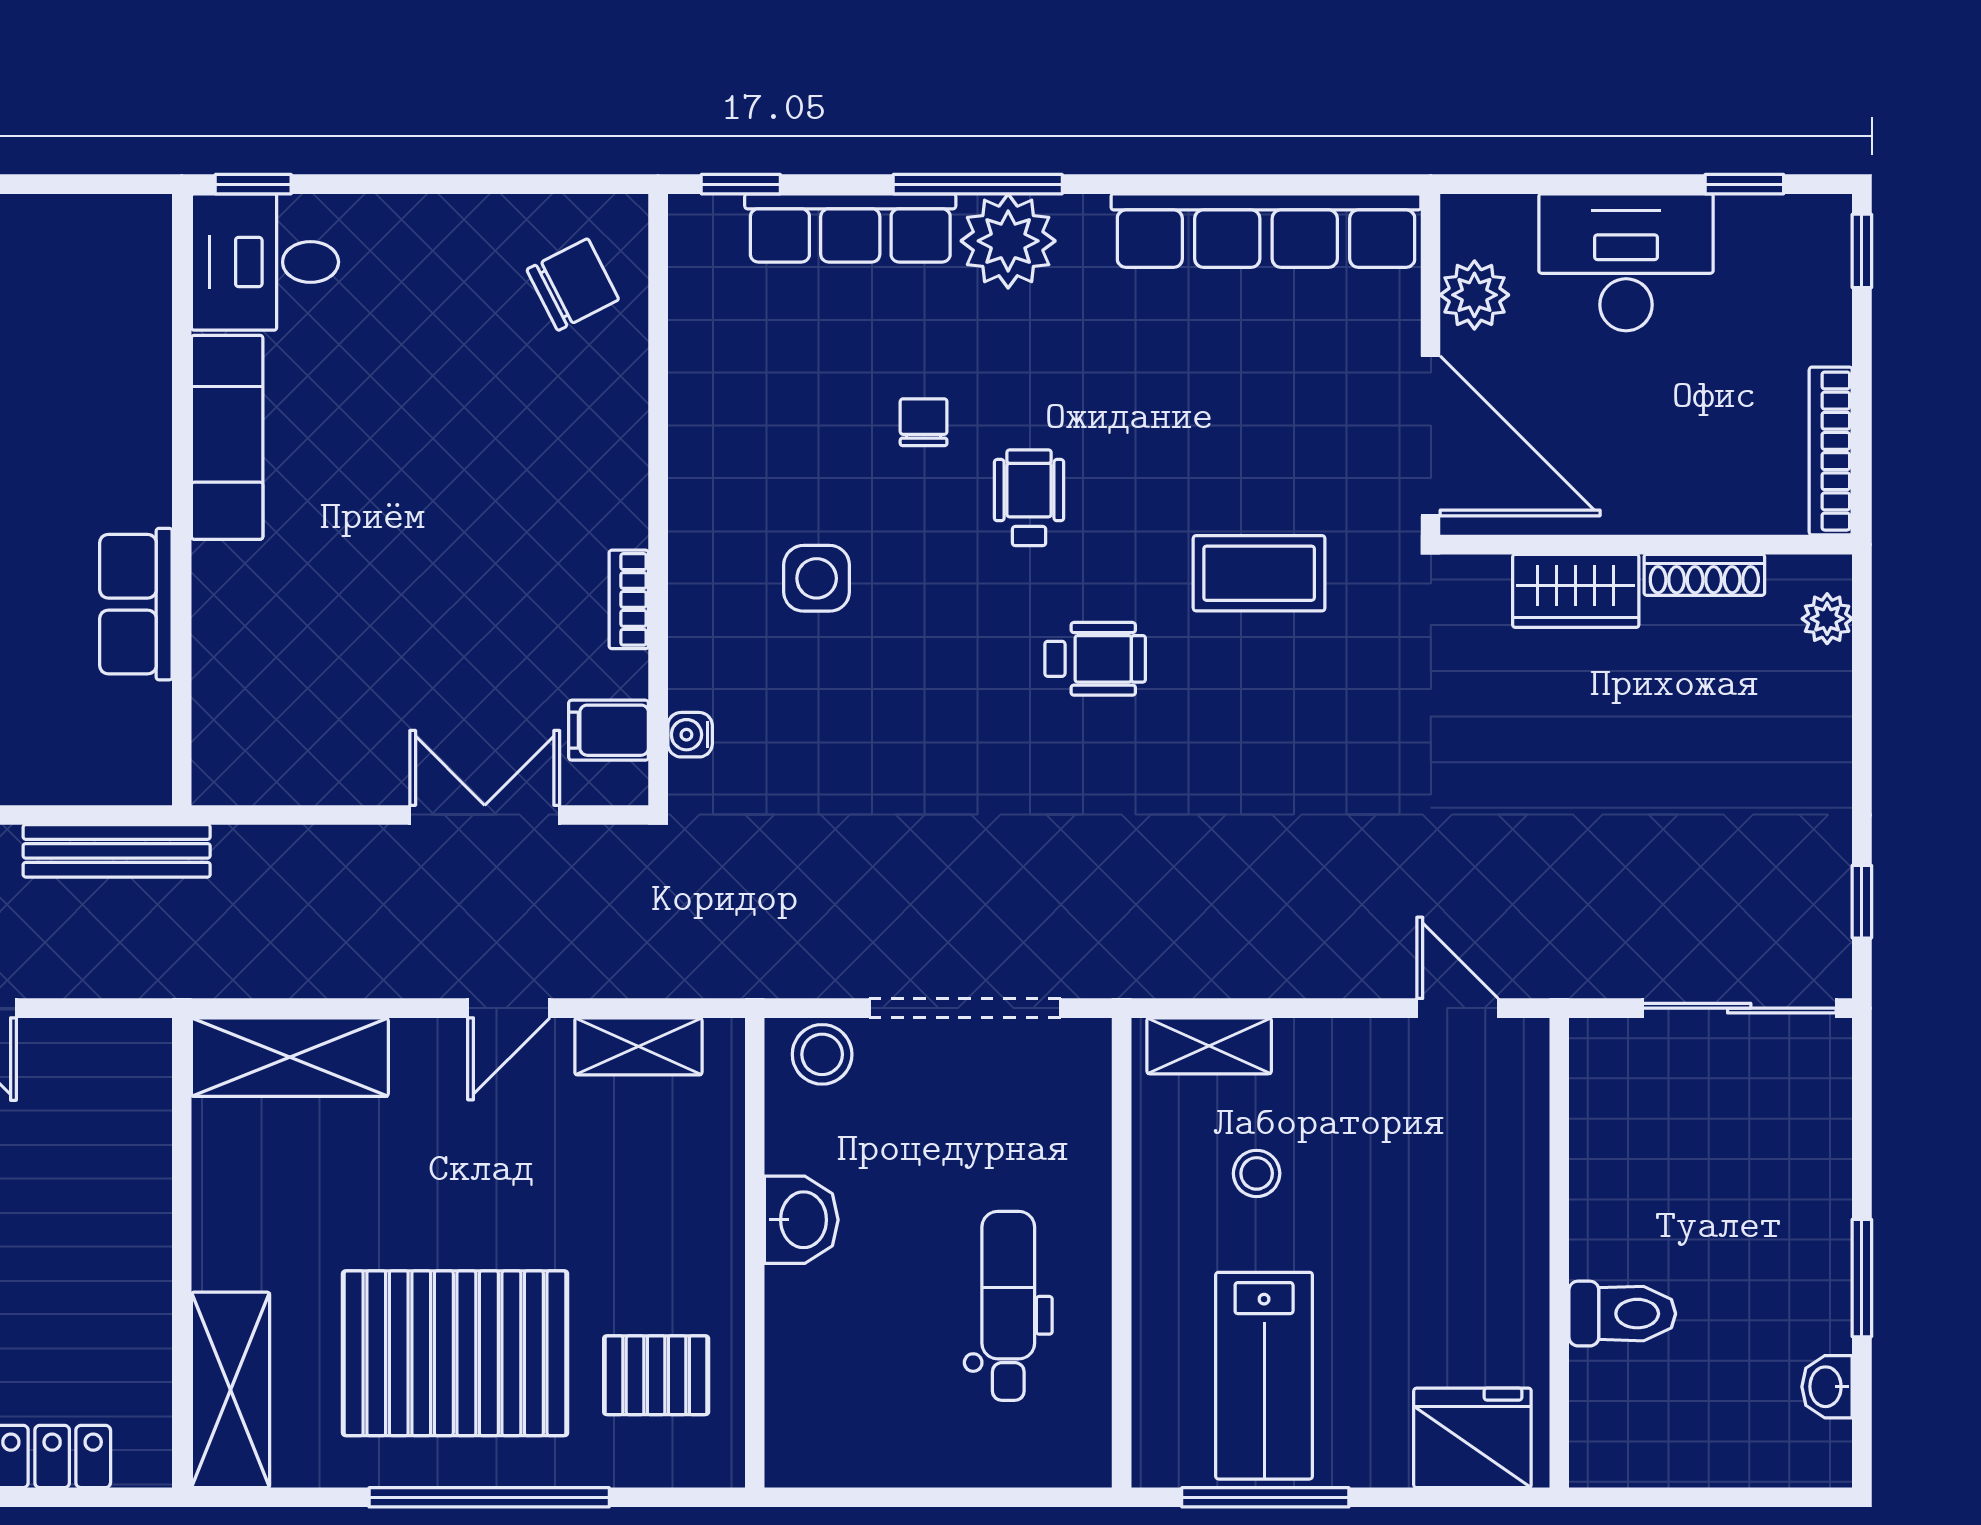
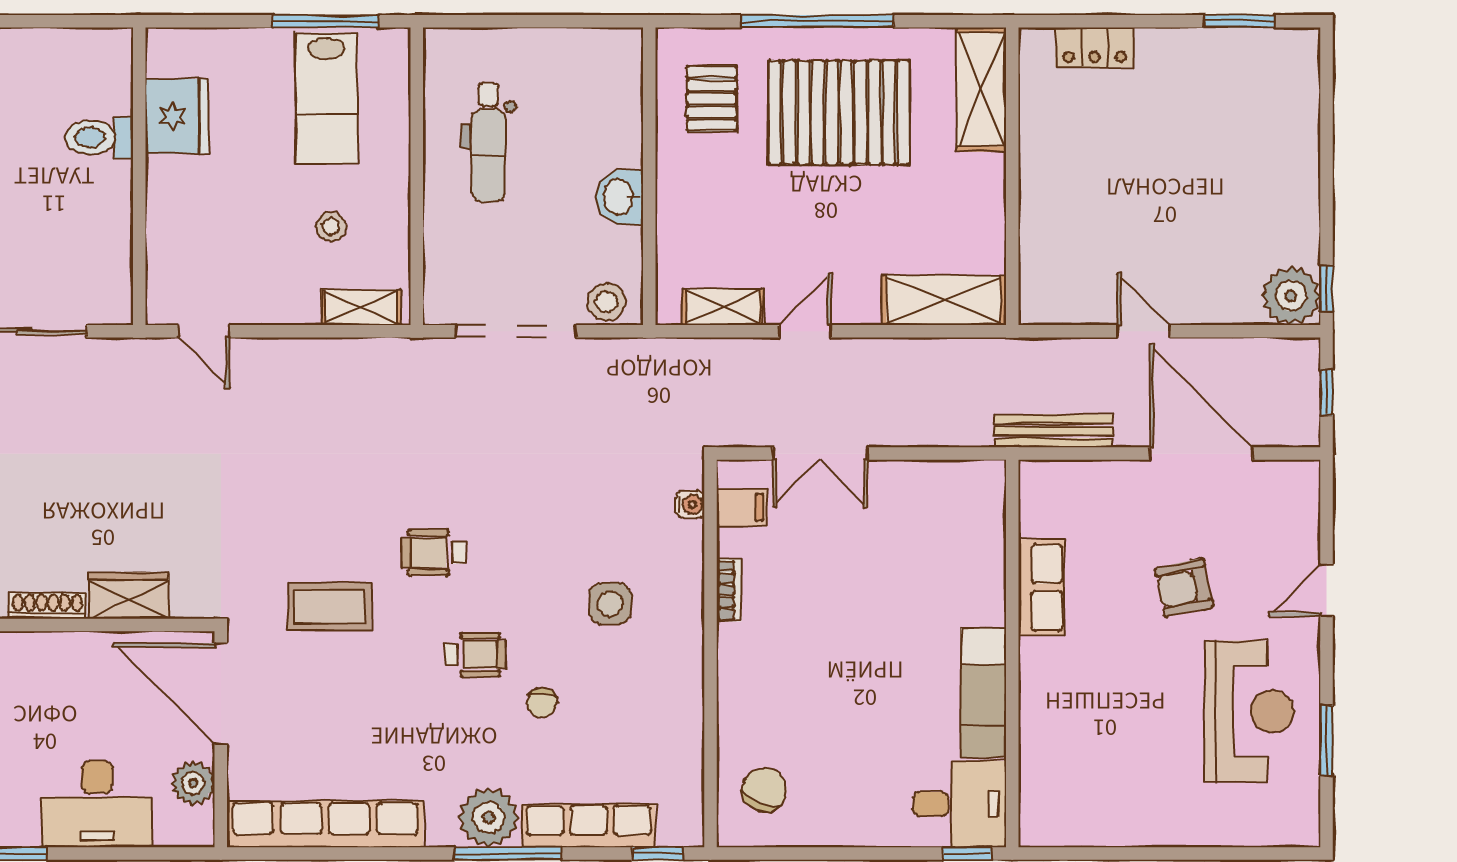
chair: (573, 285) -> (764, 790), turned 139
wheelchair: (1029, 498) -> (475, 655), turned -90
pallet: (656, 1375) -> (712, 99), turned 90
lab bench: (1264, 1376) -> (326, 98), turned 180
fridge: (1472, 1438) -> (177, 116), moved, turned -90

